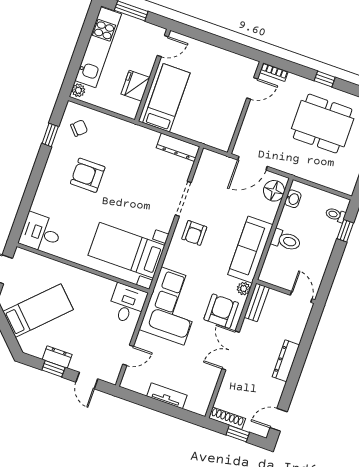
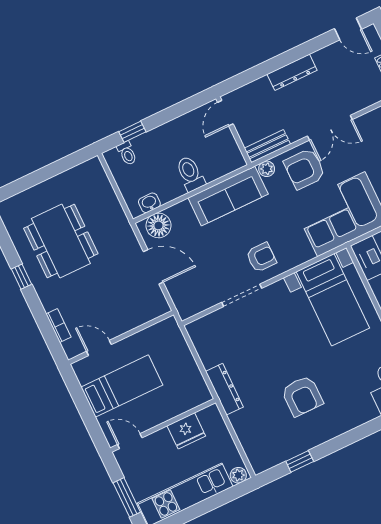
door: (252, 88) -> (99, 348), moved
bed: (166, 98) -> (122, 386), moved, turned 180
wall: (245, 108) -> (121, 337), moved
chair: (79, 128) -> (270, 443), removed
dresser: (178, 147) -> (224, 389), moved

